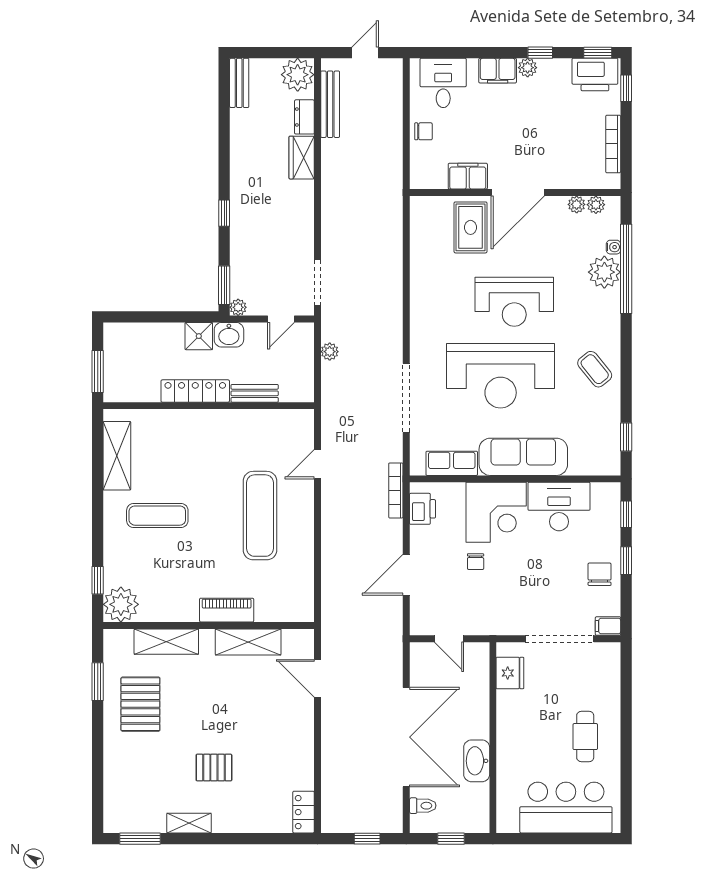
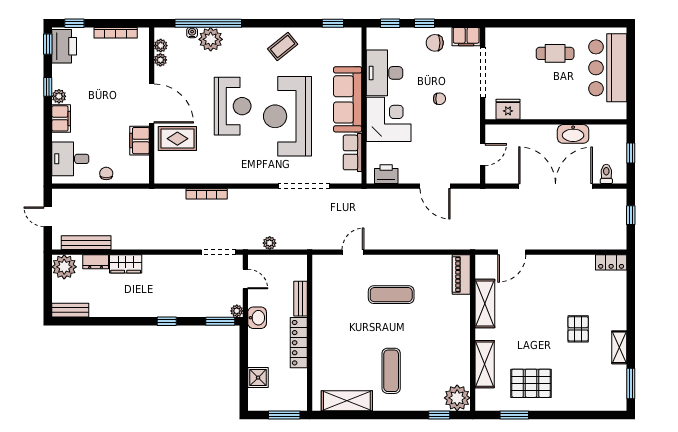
shower: (199, 336) -> (258, 378), moved
reception desk: (501, 376) -> (288, 116), turned 180
door: (317, 464) -> (353, 252), swing flipped
bookcase: (396, 490) -> (207, 194), moved
exercise mat: (260, 516) -> (391, 295), width x0.73, depth x0.69
chair: (476, 562) -> (439, 99), moved
piano: (227, 610) -> (461, 274), moved
filing cabinet: (608, 626) -> (466, 37), width x2.00

